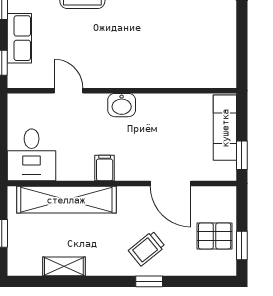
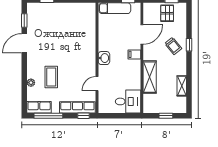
row of seats: (19, 38) -> (77, 107), width x1.48
filing cabinet: (105, 168) -> (134, 54), moved
shelving: (66, 200) -> (150, 77), width x0.68

